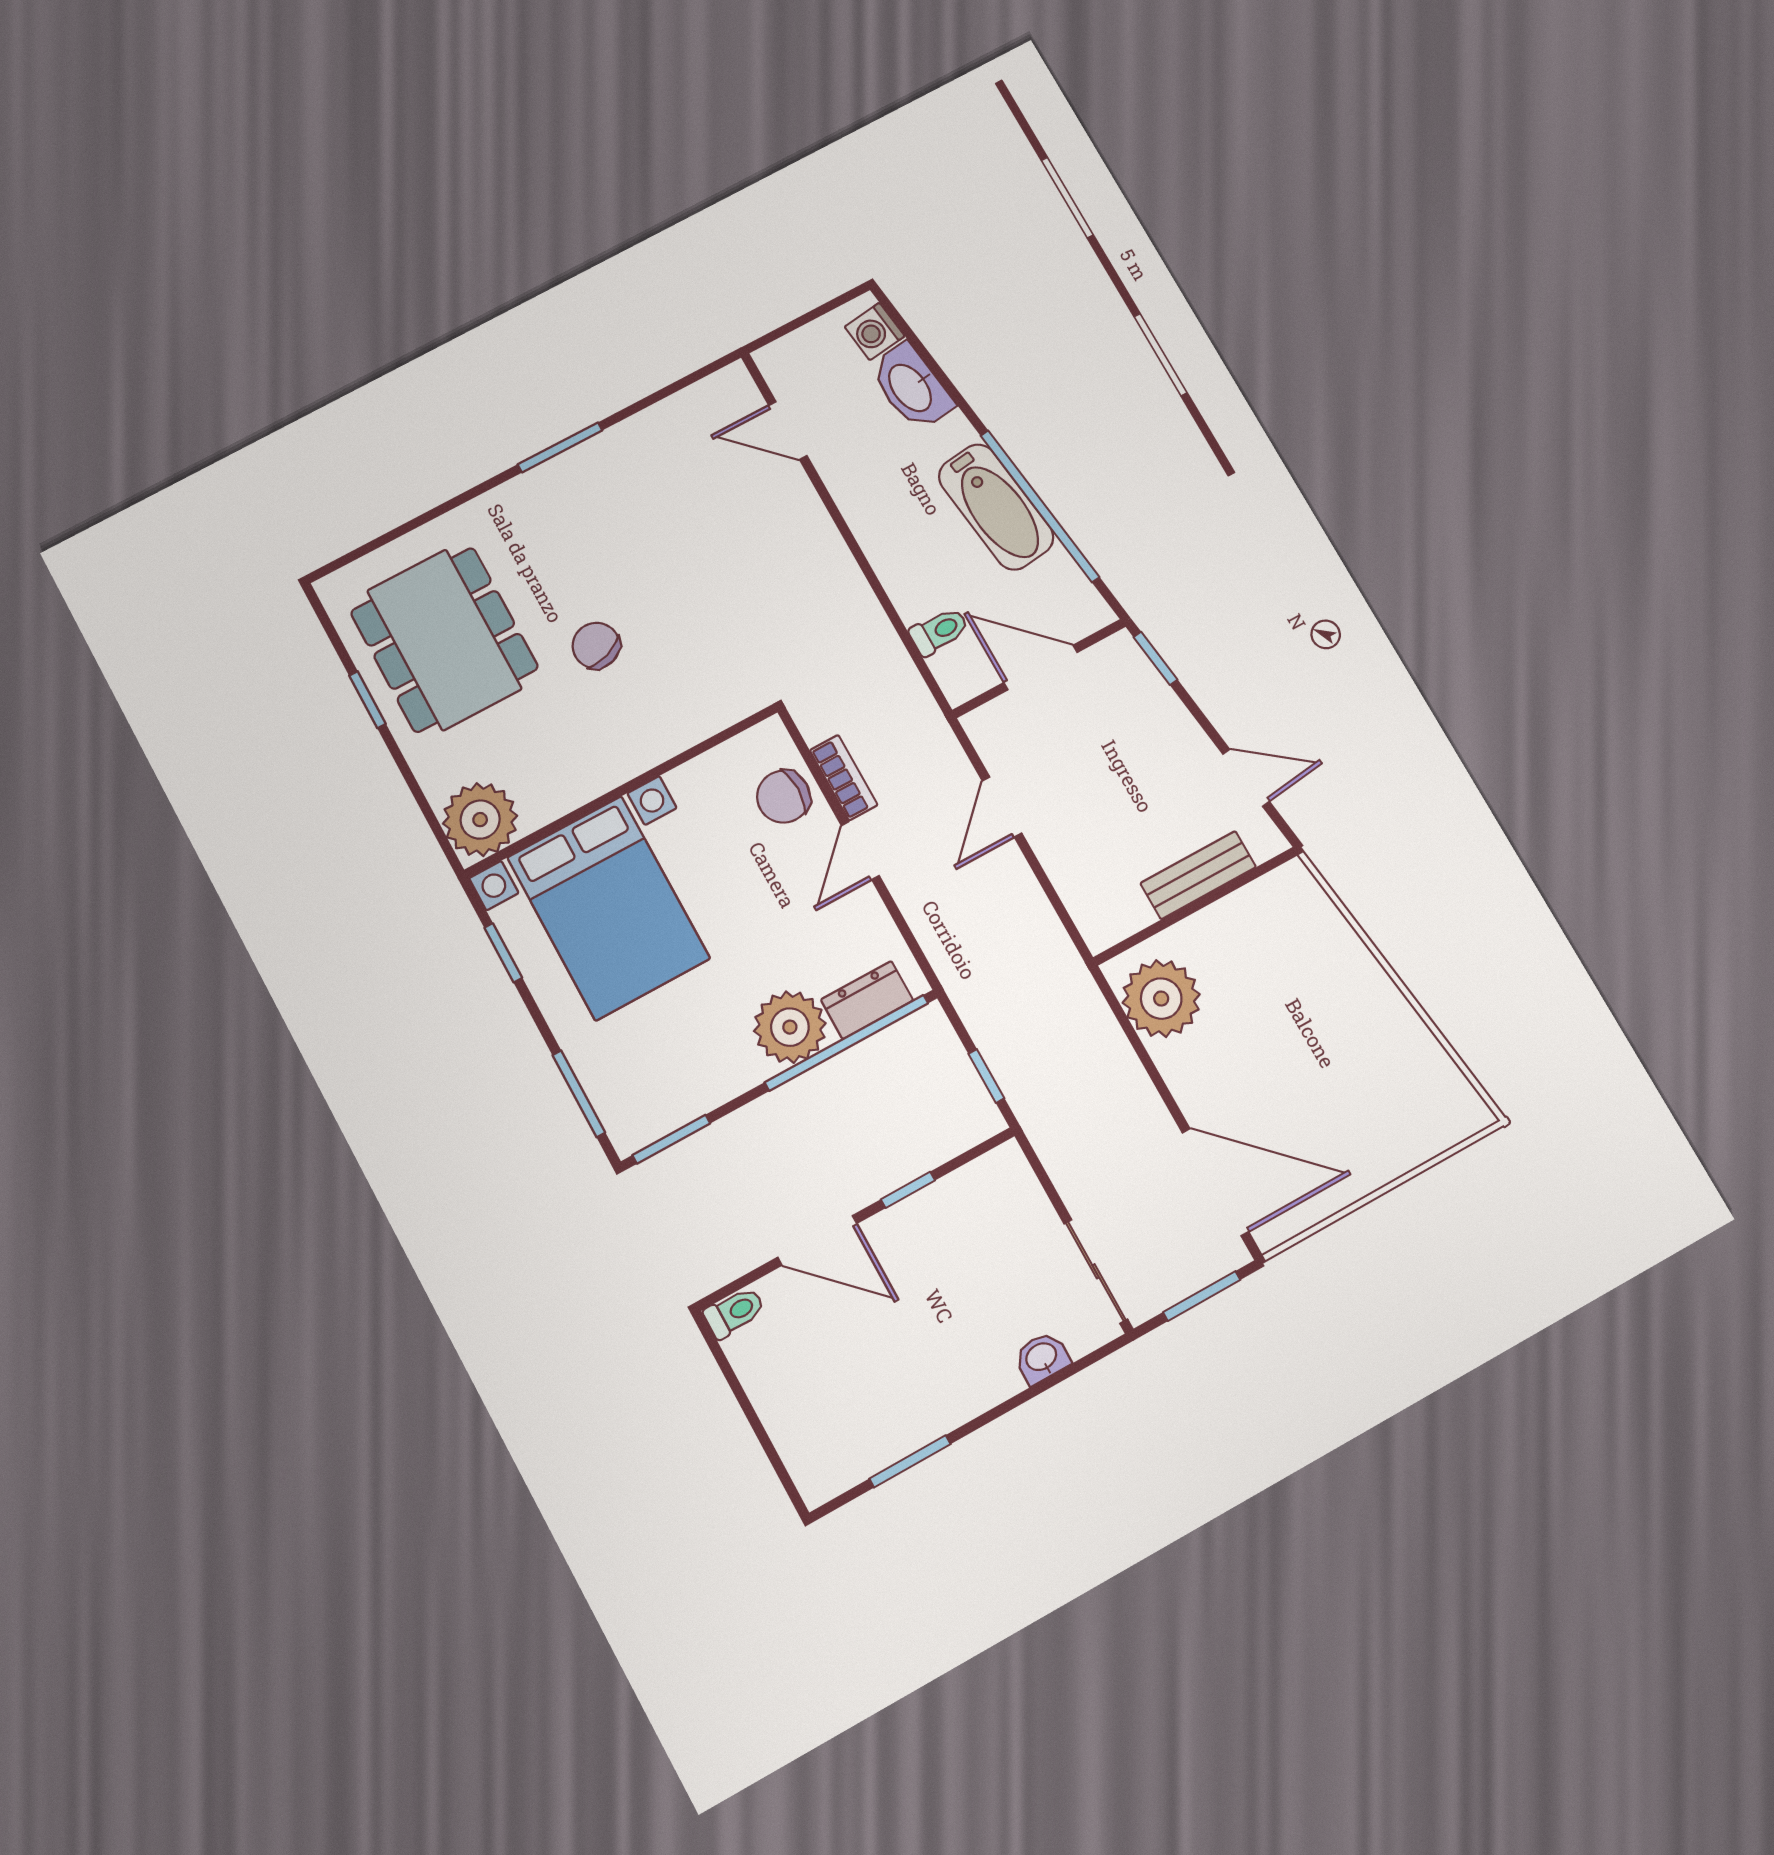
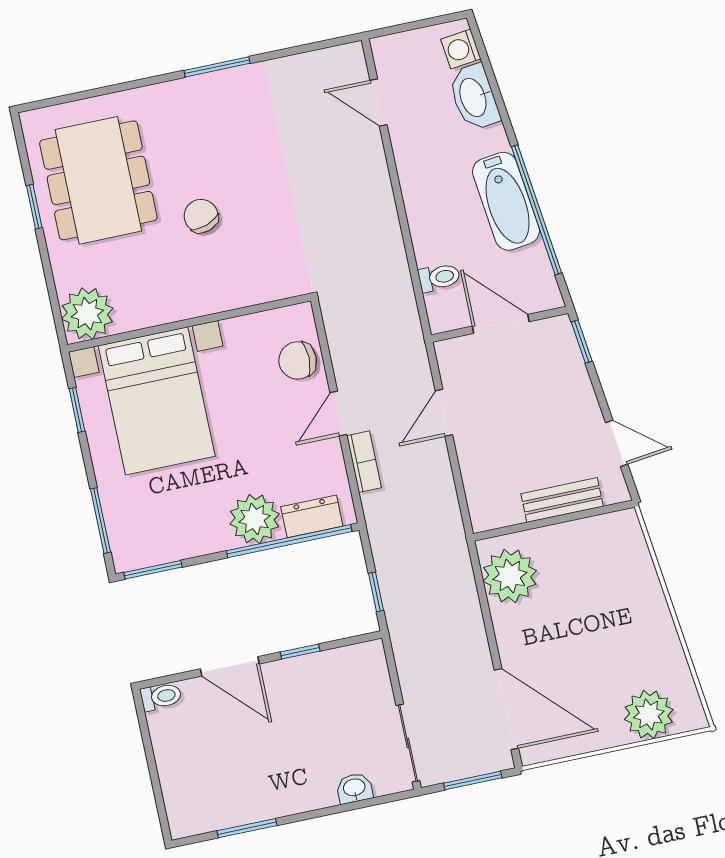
bookcase: (844, 778) -> (364, 462), moved
plant: (1412, 1130) -> (649, 715), added

